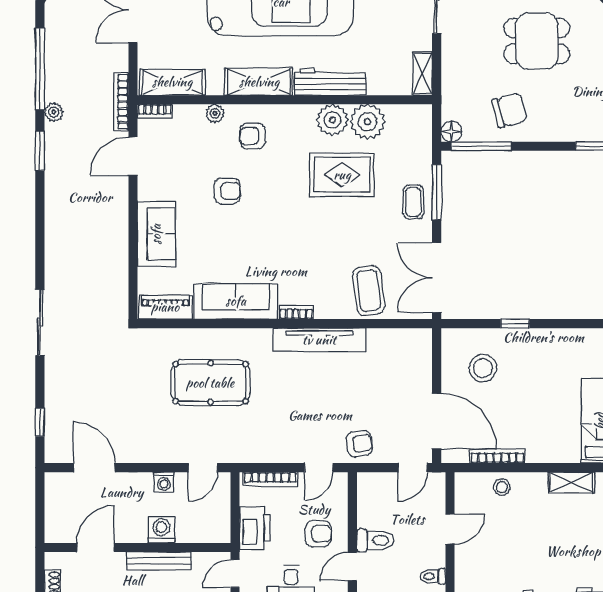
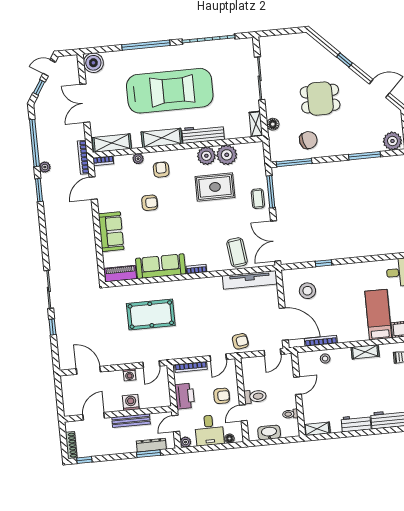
floor lamp: (451, 131) -> (273, 124), moved
armchair: (253, 136) -> (161, 170), turned 90
tv unit: (319, 340) -> (250, 280), moved
window: (40, 422) -> (52, 327), moved

